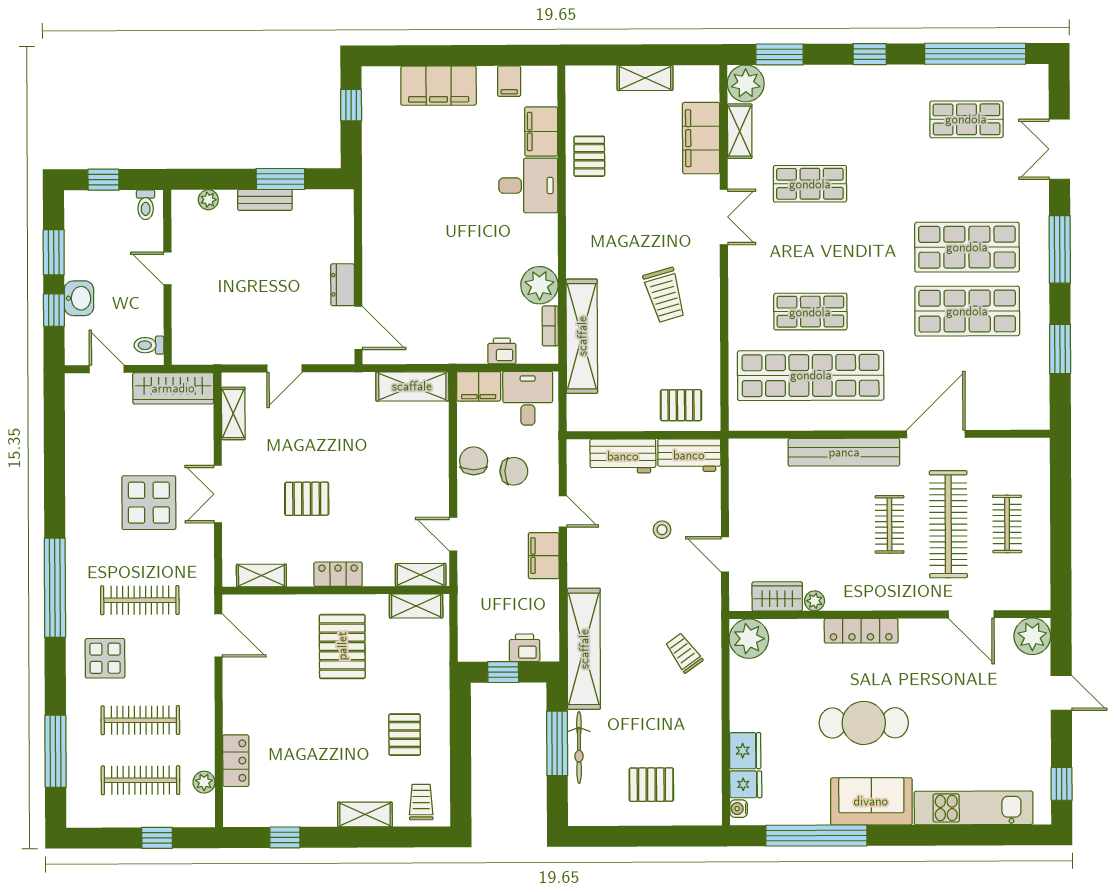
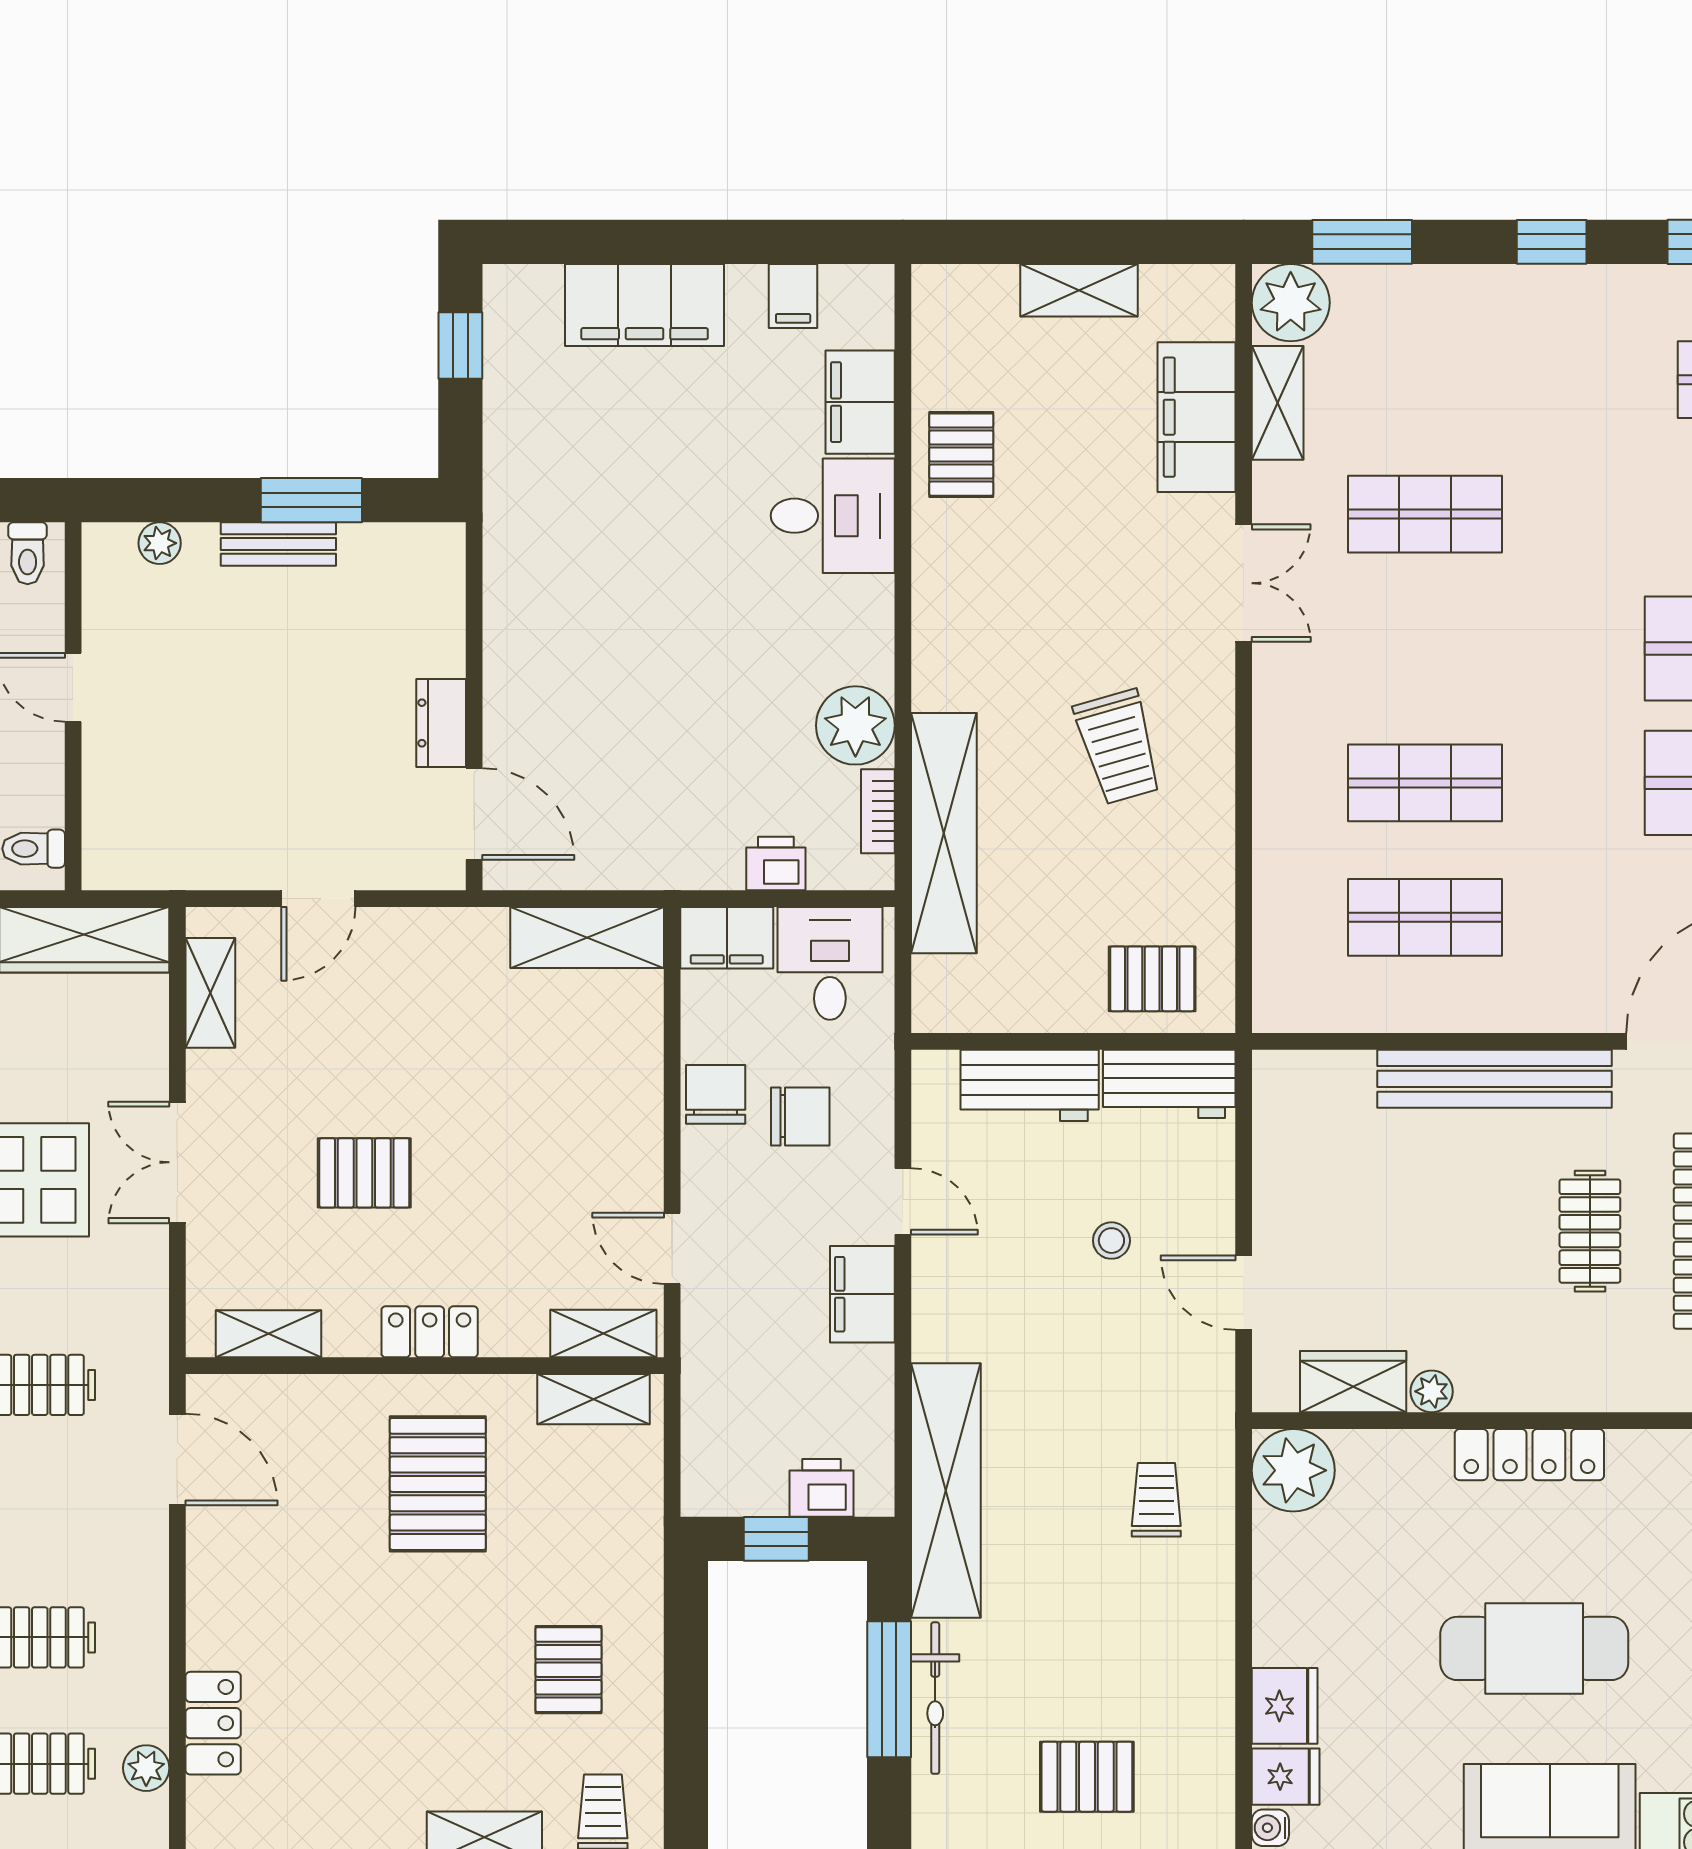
shop shelf: (811, 375) -> (1425, 917), width x0.50, depth x0.74
trolley: (684, 653) -> (1156, 1500), turned 36

